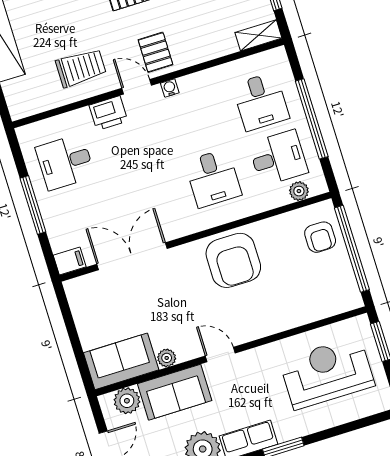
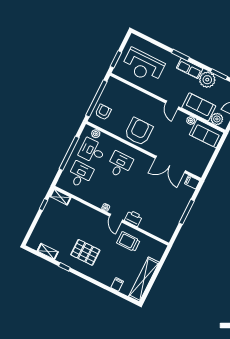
pallet: (155, 52) -> (99, 223), removed
desk: (65, 162) -> (163, 216), removed

